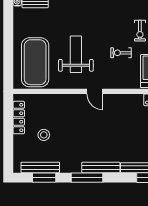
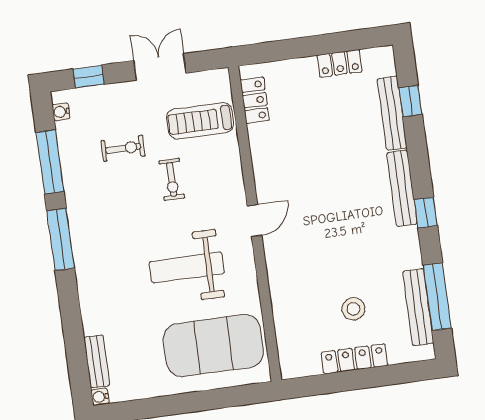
locker: (19, 118) -> (355, 359), moved
window: (44, 178) -> (437, 297), width x1.44
window: (87, 178) -> (426, 213), width x0.46

